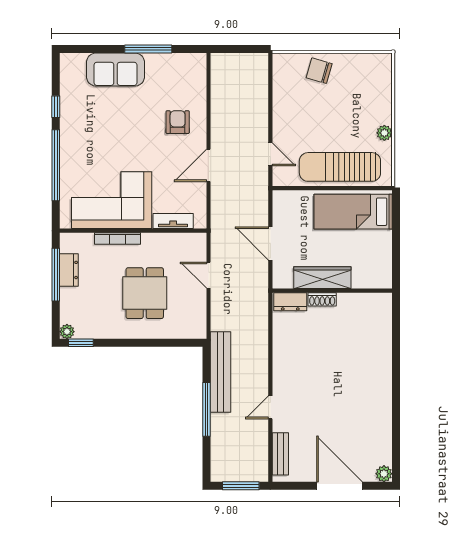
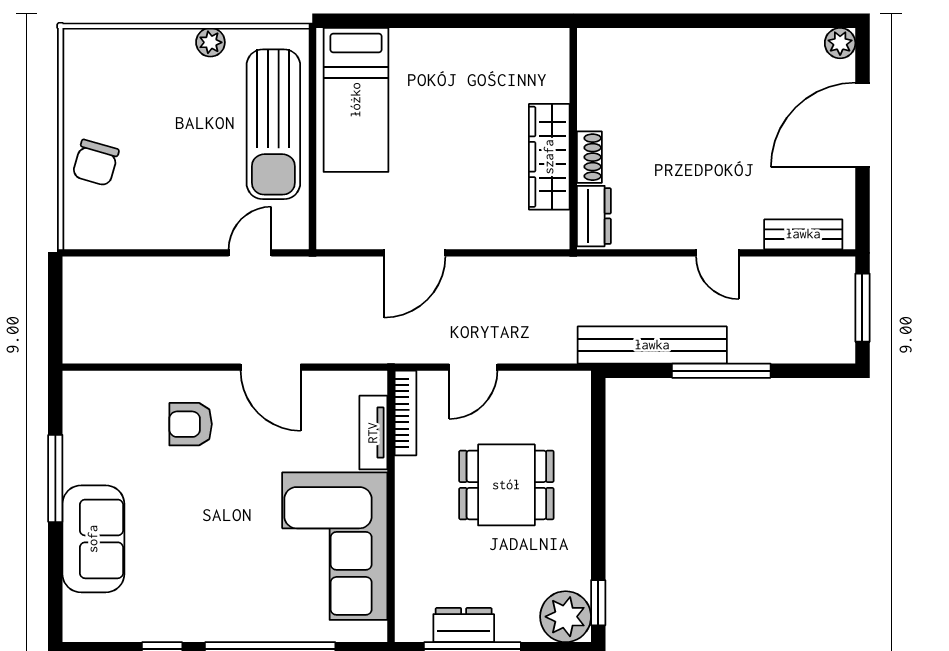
bookcase: (118, 238) -> (405, 413), moved
wardrobe: (322, 278) -> (549, 157), moved
wall: (332, 291) -> (573, 139), moved
shoe rack: (322, 299) -> (589, 157), moved
dresser: (290, 302) -> (594, 216), moved
plant: (67, 332) -> (566, 617), width x1.88, depth x1.88

